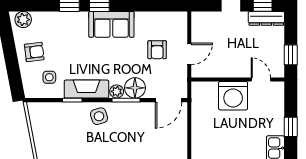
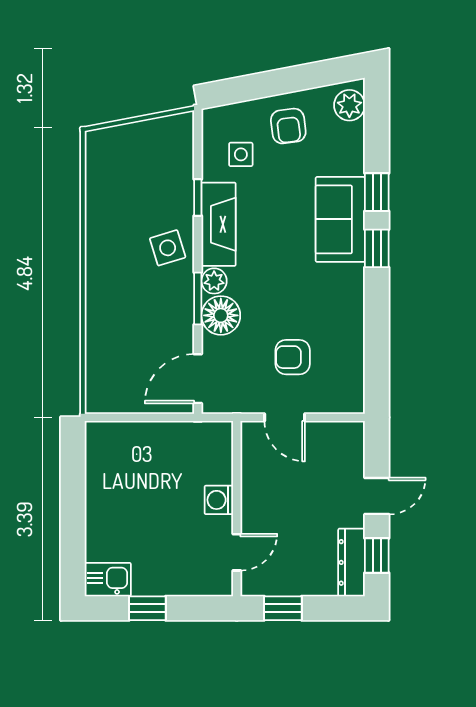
sofa: (111, 24) -> (340, 219), moved
washing machine: (233, 96) -> (219, 500), width x0.53, depth x0.53
door: (169, 100) -> (198, 379), hinge flipped

